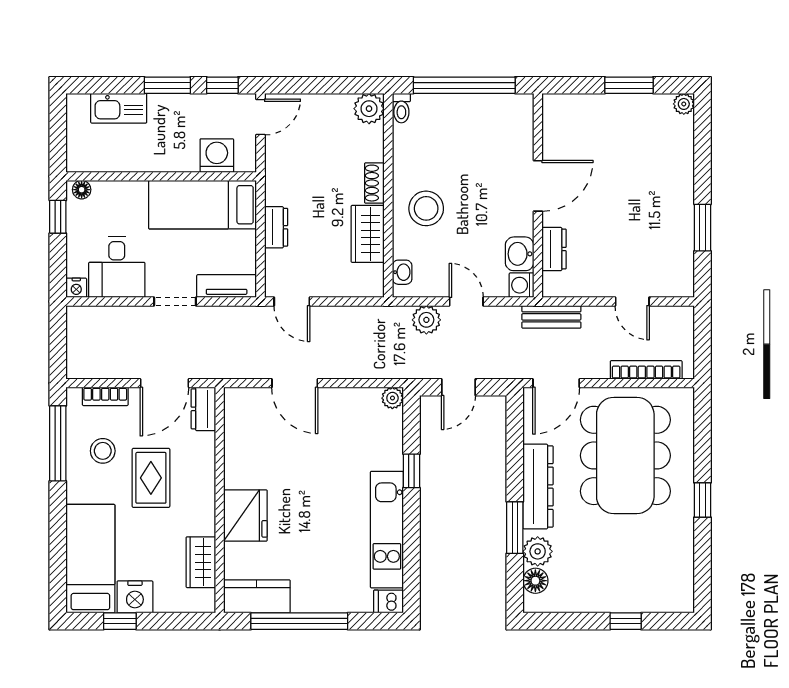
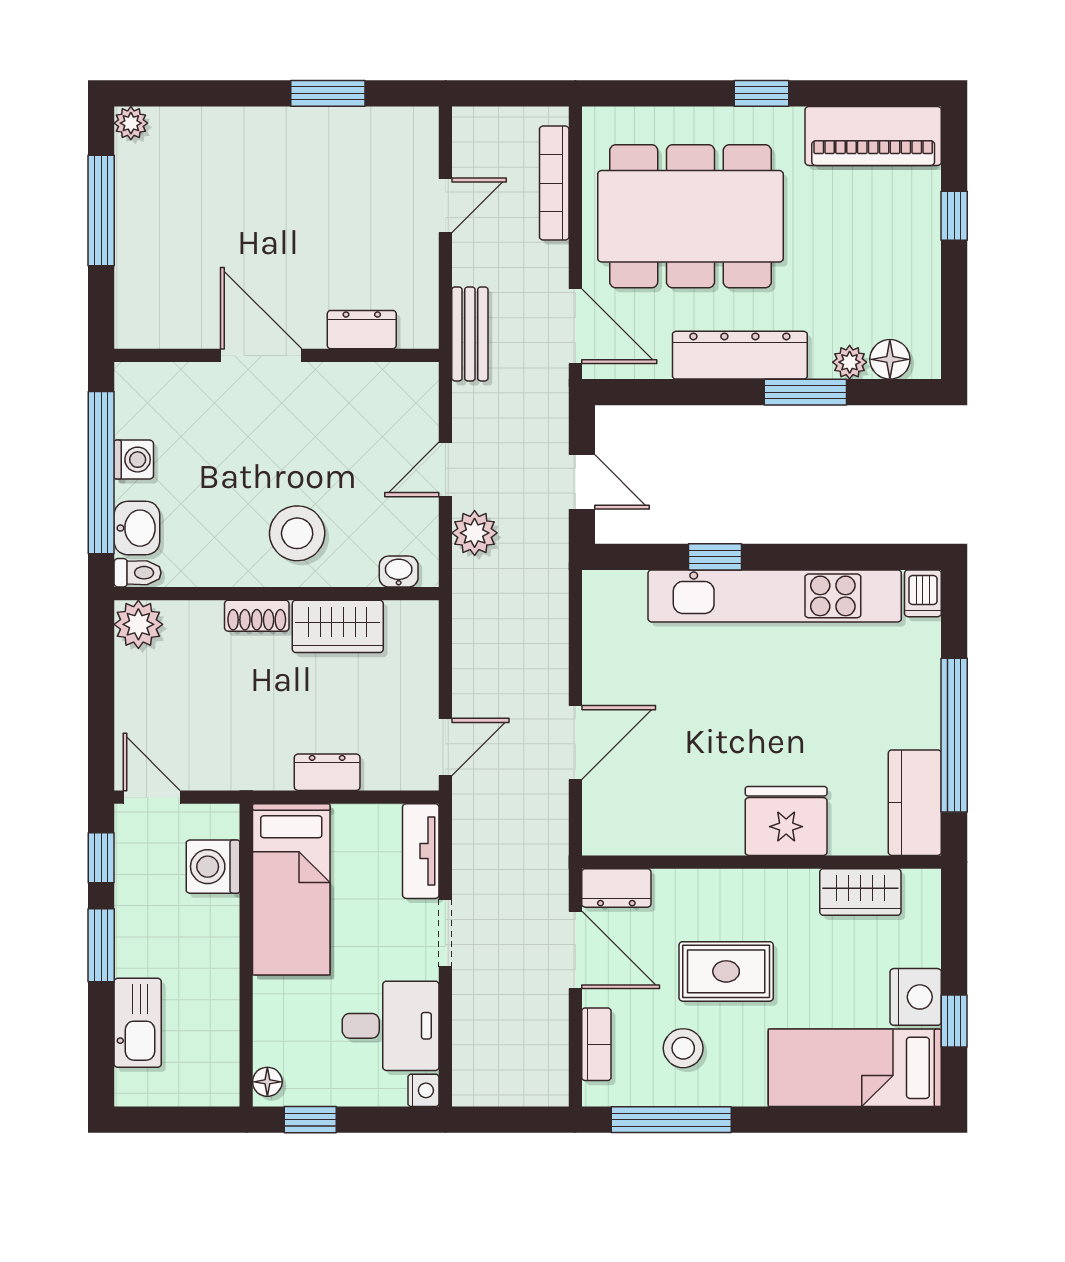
window: (629, 85) -> (101, 210), width x1.44
washbasin: (520, 254) -> (137, 528), moved, turned -90
washing machine: (522, 285) -> (134, 460), moved, turned -90
plant: (392, 398) -> (599, 587), removed
kitchen unit: (387, 530) -> (775, 596), width x1.36
plant: (538, 551) -> (850, 362), width x0.73, depth x0.73
piano: (676, 570) -> (873, 136), added

